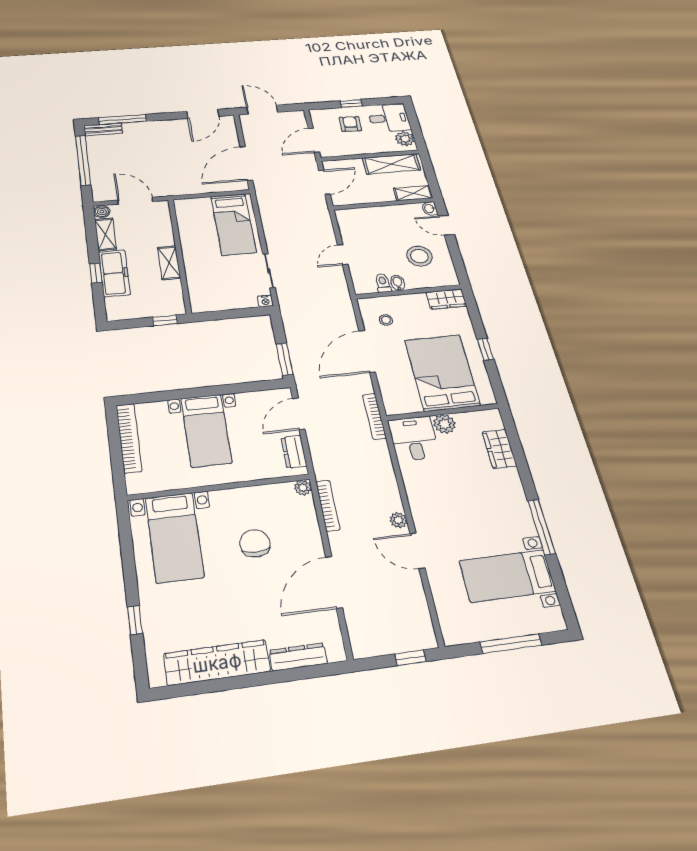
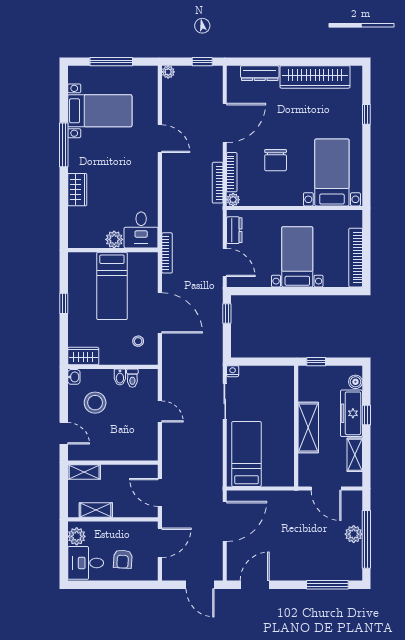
window: (351, 103) -> (117, 585), removed
bench: (103, 129) -> (346, 574), removed
plant: (98, 164) -> (354, 534), added
shelving: (391, 164) -> (96, 510), width x0.67, depth x0.75
door: (324, 182) -> (160, 492), hinge flipped
washbasin: (429, 208) -> (74, 377), moved
boiler: (102, 212) -> (355, 382), moved
door: (343, 255) -> (160, 411), hinge flipped
shelving: (169, 263) -> (308, 428), width x1.50, depth x1.33
door: (367, 351) -> (160, 313), hinge flipped
window: (285, 359) -> (227, 313), width x0.67
bed: (442, 373) -> (112, 286), width x0.67
door: (299, 414) -> (225, 263), hinge flipped
wardrobe: (499, 449) -> (77, 190), moved
plant: (398, 520) -> (168, 72), moved
bookcase: (311, 521) -> (232, 172), added
window: (410, 658) -> (202, 62), moved

